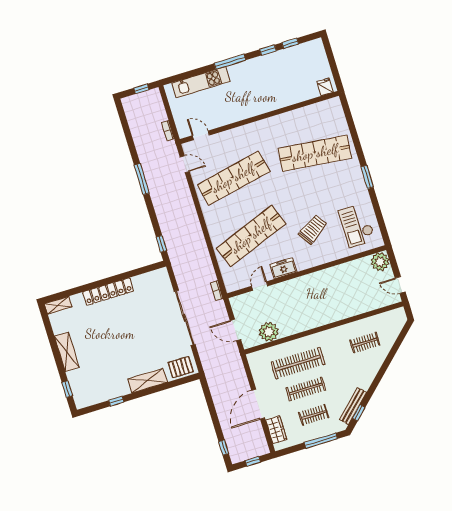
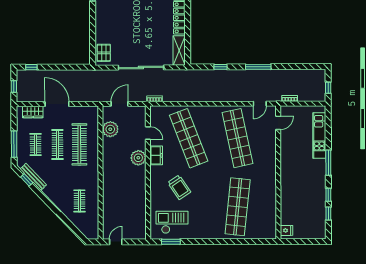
window: (367, 177) -> (171, 242), moved
window: (161, 244) -> (221, 67), moved
plant: (380, 262) -> (138, 158), moved
shelving: (148, 381) -> (179, 50), moved

